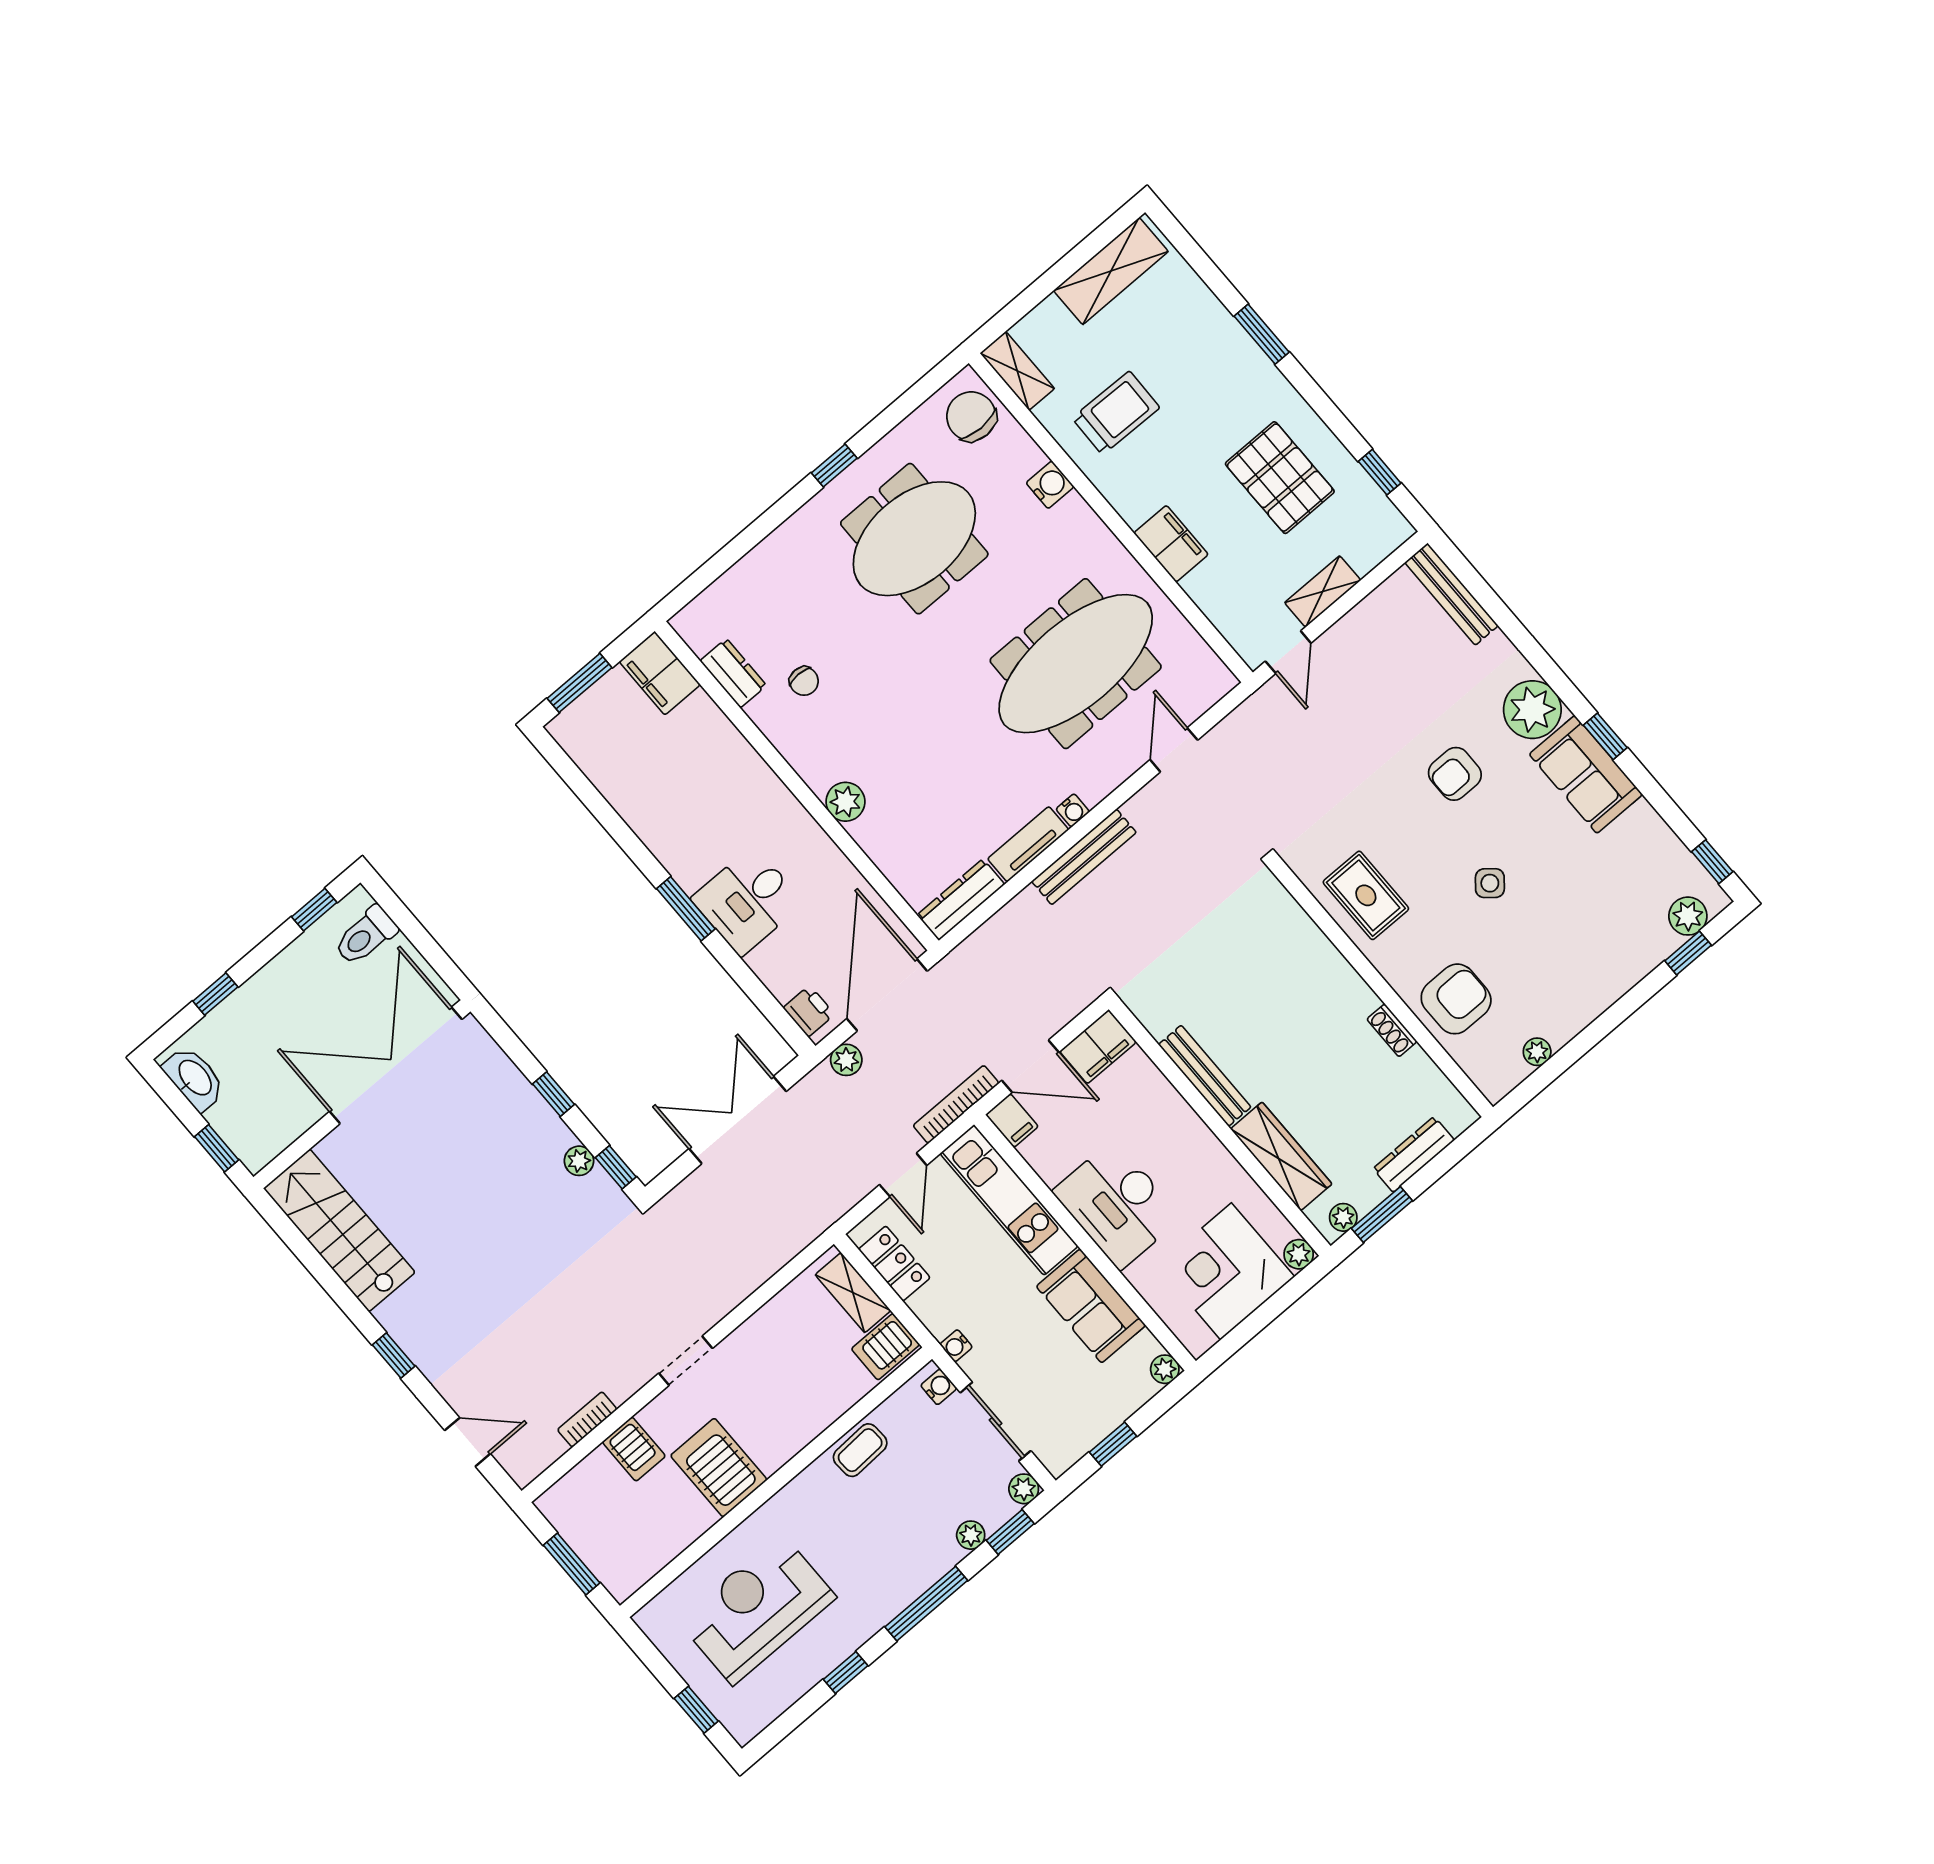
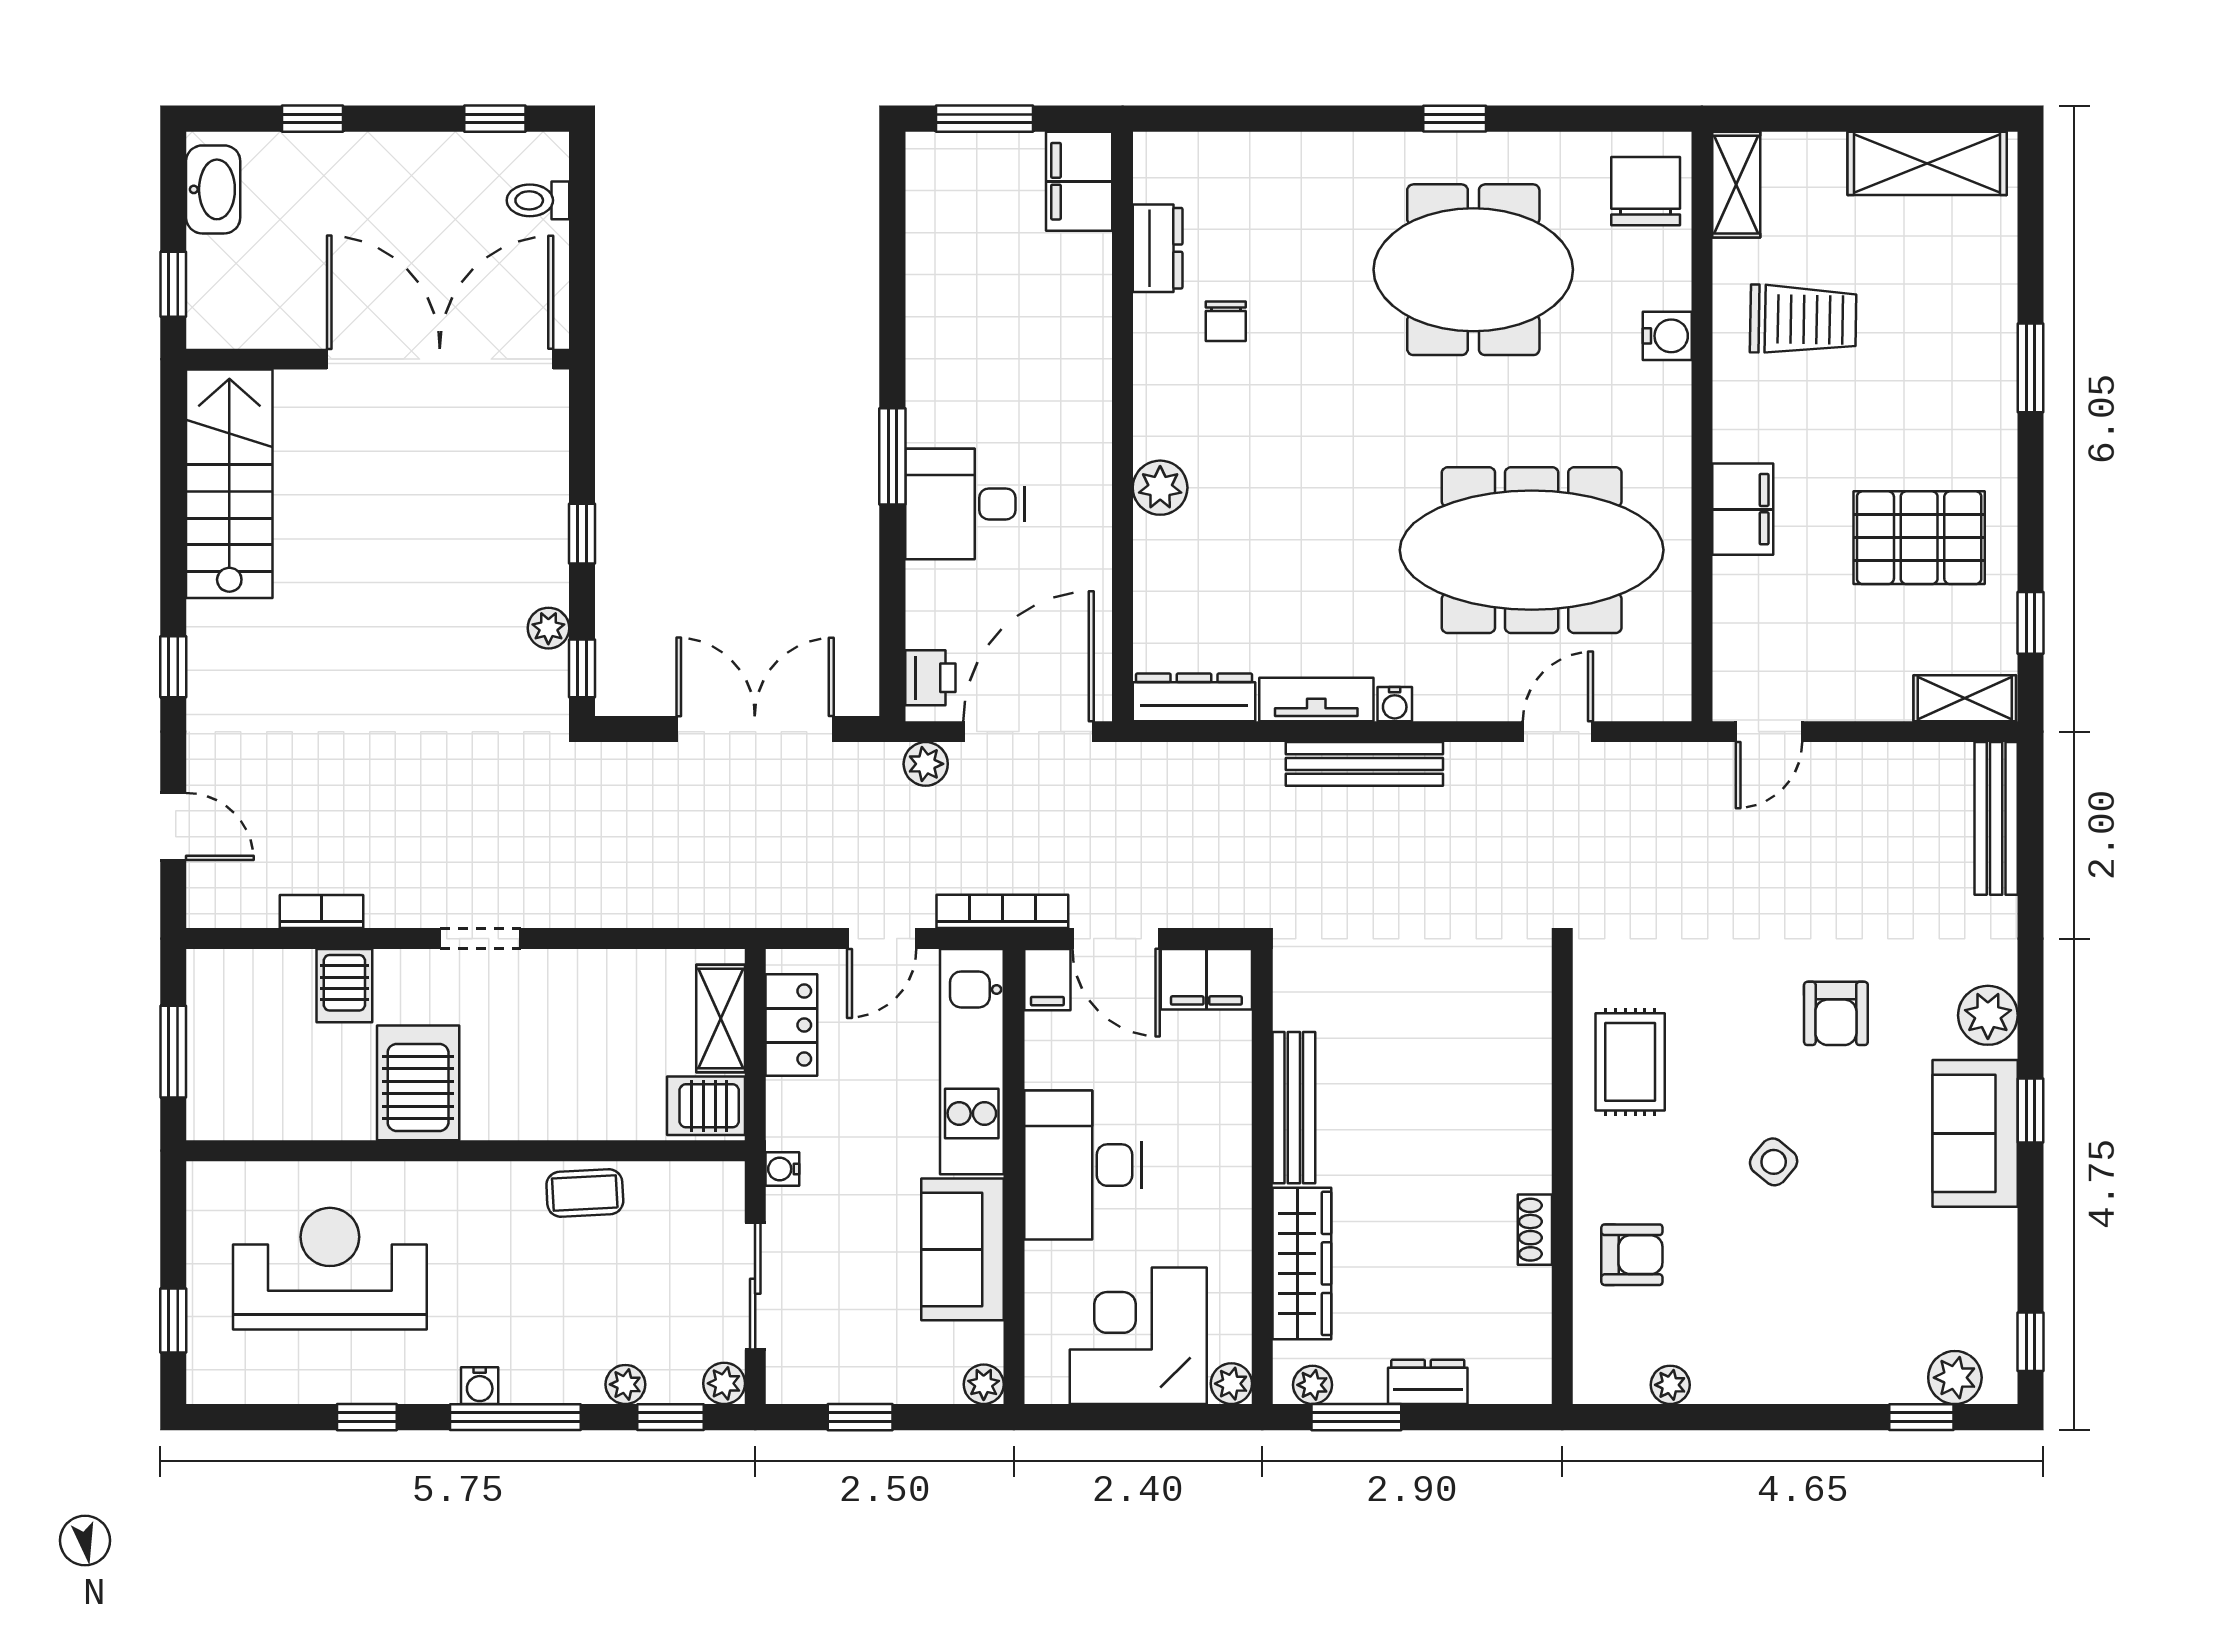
pallet: (1280, 478) -> (1919, 538), turned 90
shelving: (1323, 591) -> (1965, 698), moved
plant: (1532, 710) -> (1988, 1015), width x0.73, depth x0.73
armchair: (1455, 774) -> (1836, 1013), turned -90
toilet: (366, 936) -> (538, 200), width x0.73, depth x0.72
armchair: (1456, 999) -> (1632, 1255), width x0.72, depth x0.72
dresser: (1414, 1154) -> (1428, 1382), width x0.70
water cooler: (939, 1387) -> (480, 1386), moved, turned 90

